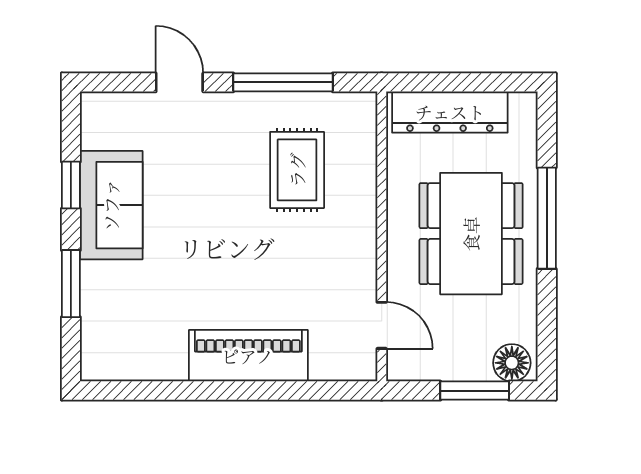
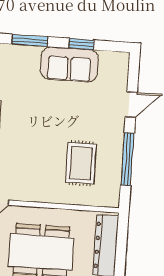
rug: (297, 170) -> (81, 163), turned 90

